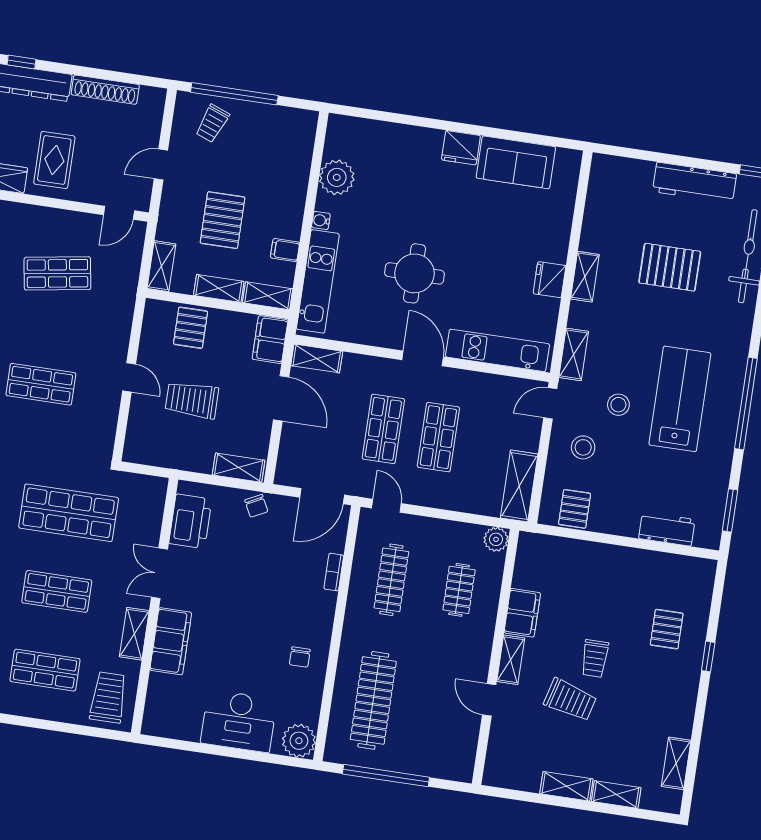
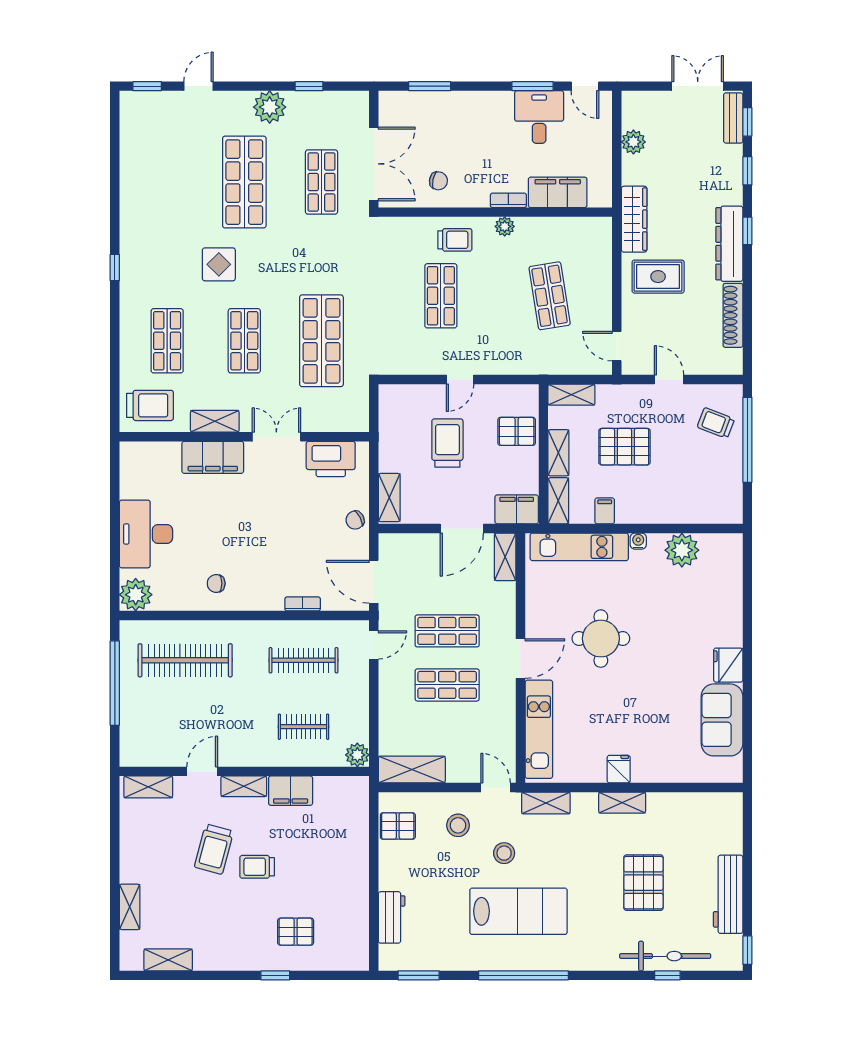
fridge: (550, 280) -> (619, 769), width x0.72
shelving: (566, 786) -> (148, 787), moved, turned 90

